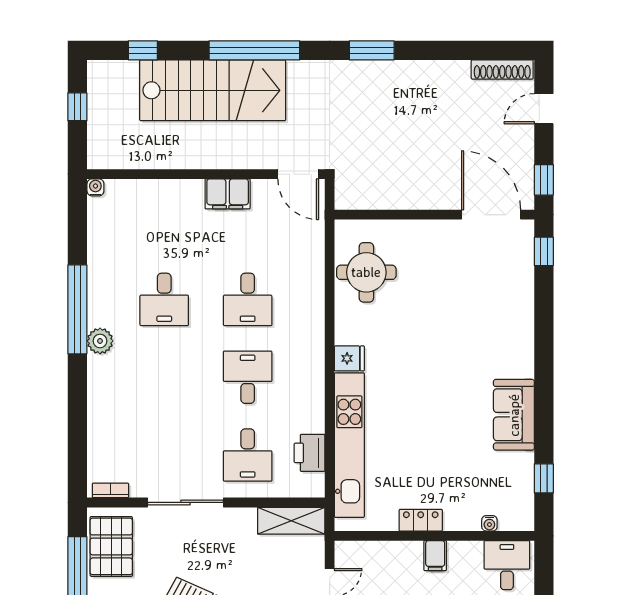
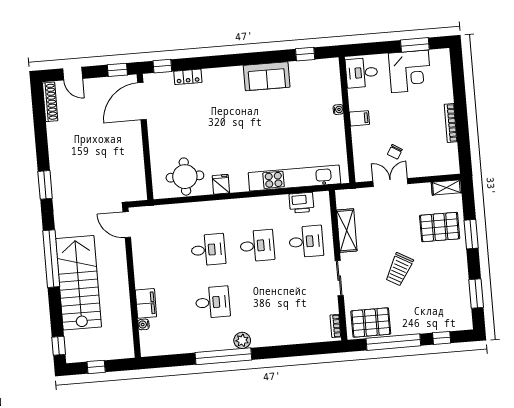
window: (143, 50) -> (59, 346), moved
door: (298, 174) -> (127, 225), swing flipped
water cooler: (95, 187) -> (144, 324), moved
filing cabinet: (228, 194) -> (146, 303), moved
fridge: (349, 358) -> (221, 184), moved
desk: (248, 377) -> (257, 246), turned 180
sliding door: (185, 502) -> (339, 278), width x0.73
locker: (421, 520) -> (188, 77), moved, turned -90
shelving: (291, 521) -> (347, 230), moved
water cooler: (489, 523) -> (338, 110), moved

